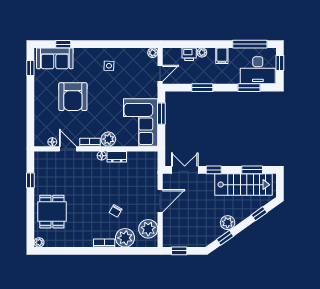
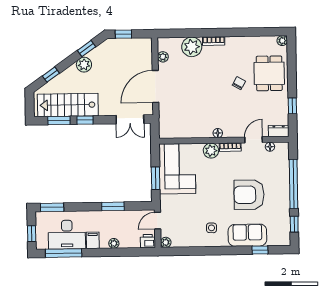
printer: (189, 54) -> (148, 241), moved
sofa: (55, 58) -> (247, 235), moved
desk: (258, 70) -> (67, 235), moved, turned 180
window: (249, 88) -> (52, 207), moved
armchair: (73, 97) -> (249, 195), turned -90
window: (30, 106) -> (294, 184), added
door: (68, 149) -> (254, 140), swing flipped
dresser: (117, 157) -> (279, 131), moved
window: (214, 170) -> (85, 120), moved
door: (160, 201) -> (155, 86), width x1.36
chair: (116, 211) -> (239, 83), moved
plant: (148, 229) -> (163, 57), width x0.53, depth x0.53
window: (179, 251) -> (123, 34), moved

